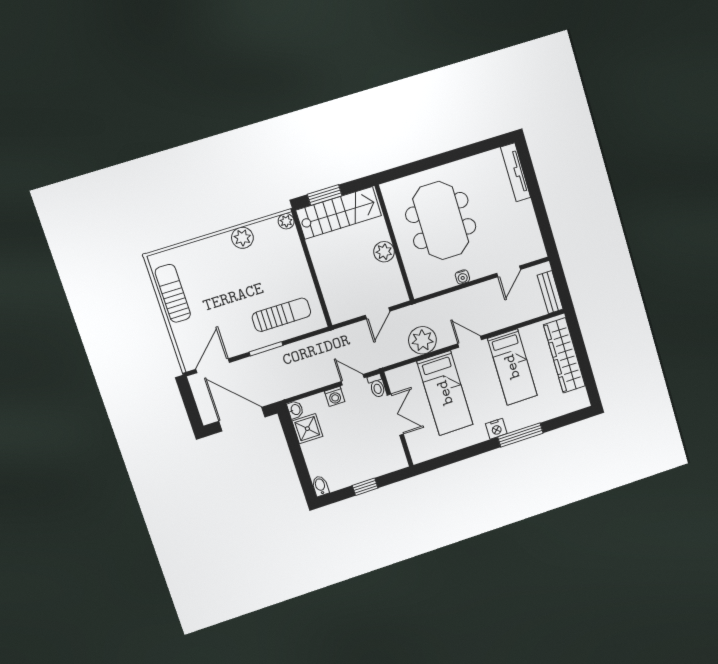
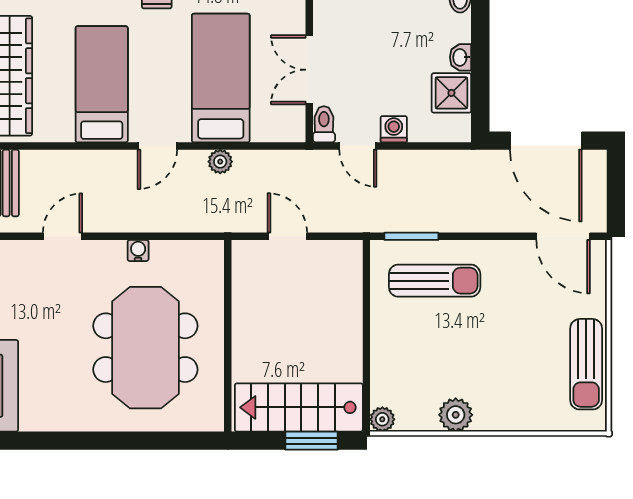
plant: (384, 252) -> (248, 327), removed
door: (378, 313) -> (287, 236), hinge flipped
sun lounger: (281, 315) -> (435, 281), turned 180
plant: (422, 340) -> (220, 162), width x0.53, depth x0.53
door: (470, 342) -> (157, 146), hinge flipped
window: (266, 349) -> (411, 236), moved
door: (213, 366) -> (563, 236), hinge flipped
washbasin: (295, 410) -> (460, 57), moved

